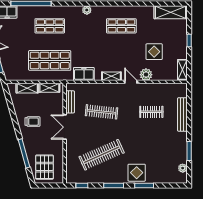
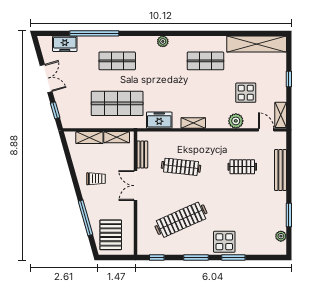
shelving: (171, 12) -> (257, 44), width x1.47
door: (131, 82) -> (266, 130), moved

